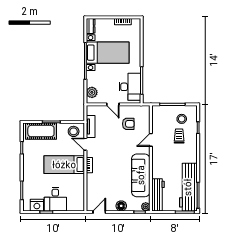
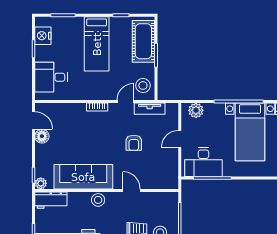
armchair: (128, 124) -> (134, 143), moved
stool: (158, 164) -> (98, 200), added
bed: (64, 165) -> (97, 44), moved, turned 180
workbench: (158, 195) -> (51, 200), width x0.73
desk: (55, 199) -> (51, 77), moved
floor lamp: (121, 206) -> (42, 136), moved

